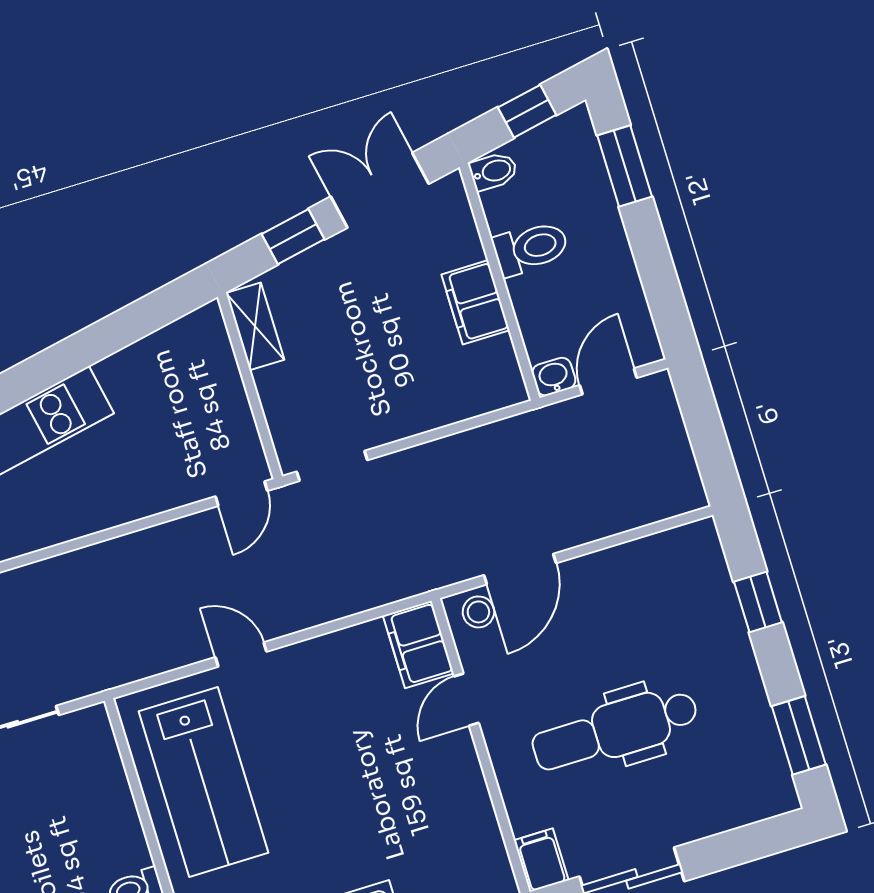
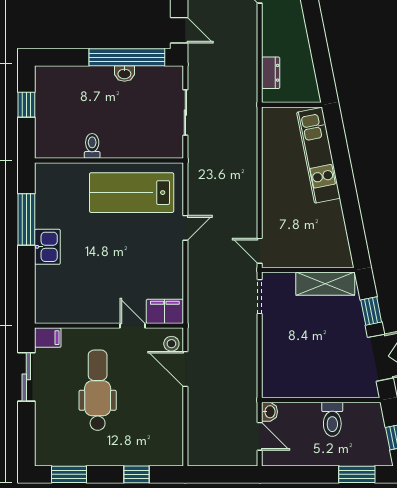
bidet: (493, 171) -> (373, 413), removed
filing cabinet: (475, 302) -> (315, 386), removed
shelving: (255, 326) -> (325, 284), width x1.50, depth x1.33

